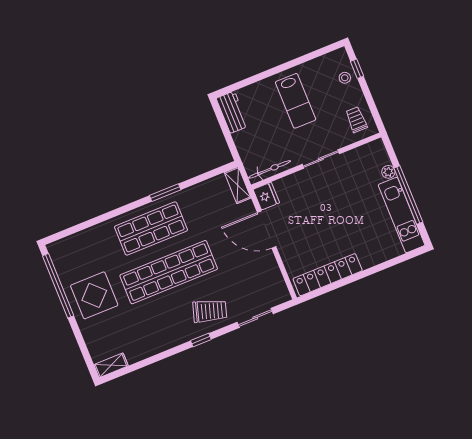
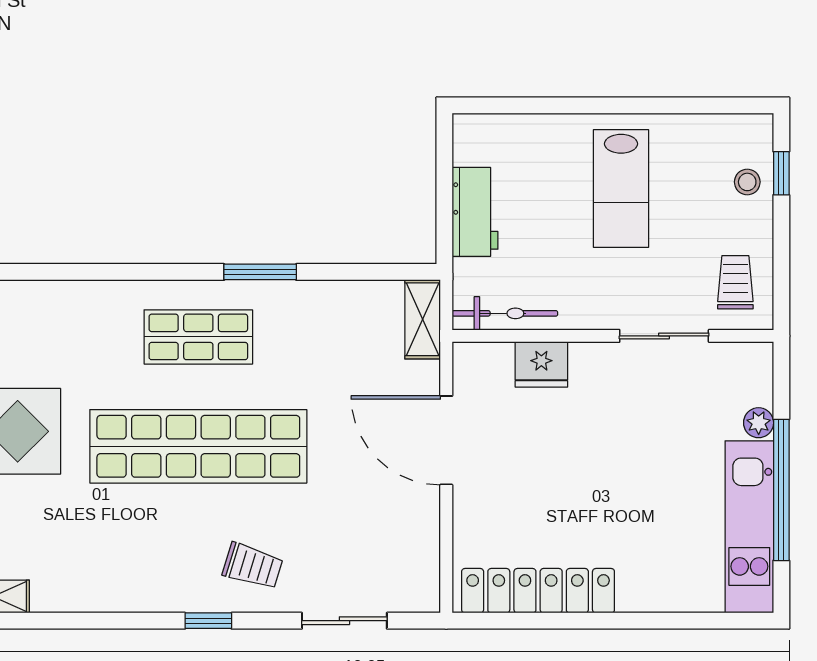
workbench: (232, 112) -> (475, 212), moved
sliding door: (321, 159) -> (664, 336), moved
fridge: (266, 196) -> (541, 364), moved, turned 90
shop shelf: (151, 228) -> (198, 337), width x0.70, depth x0.74
trolley: (210, 311) -> (253, 566), width x0.73, depth x0.72

